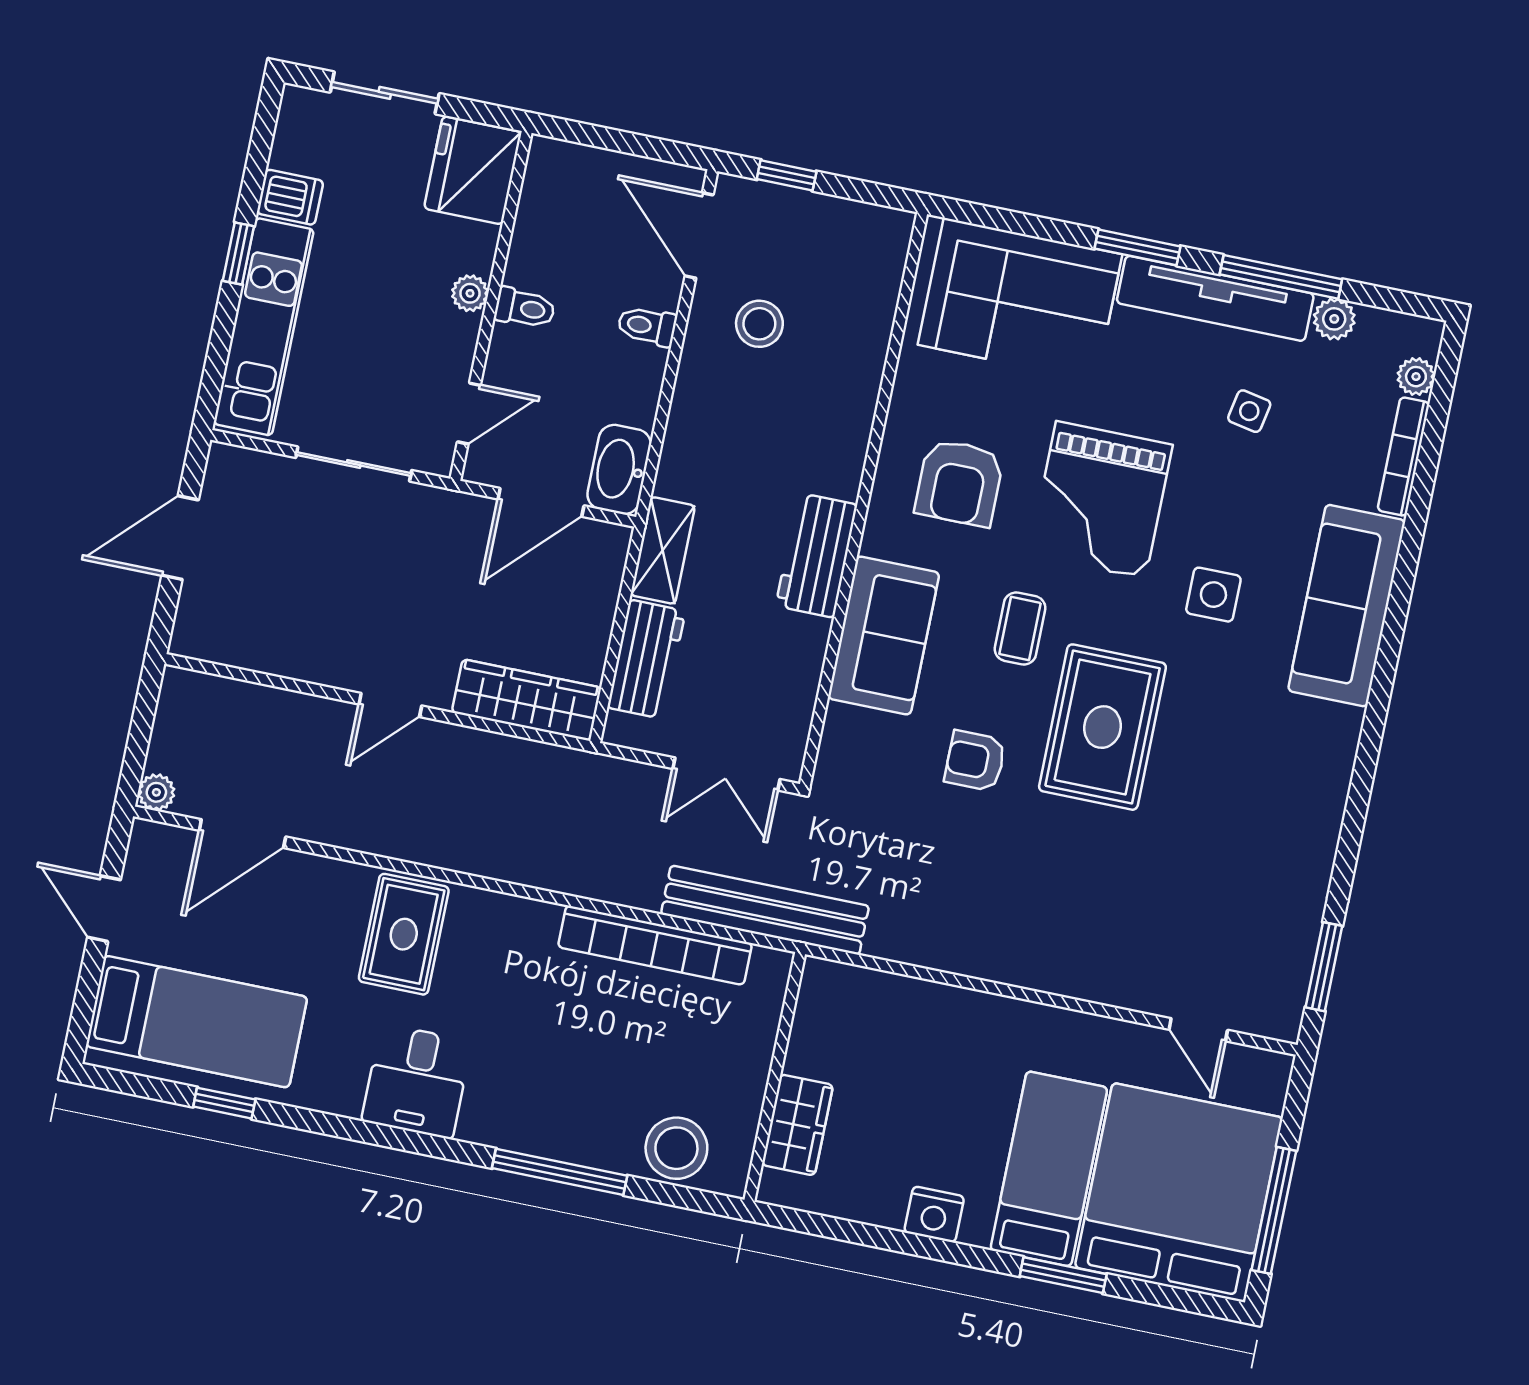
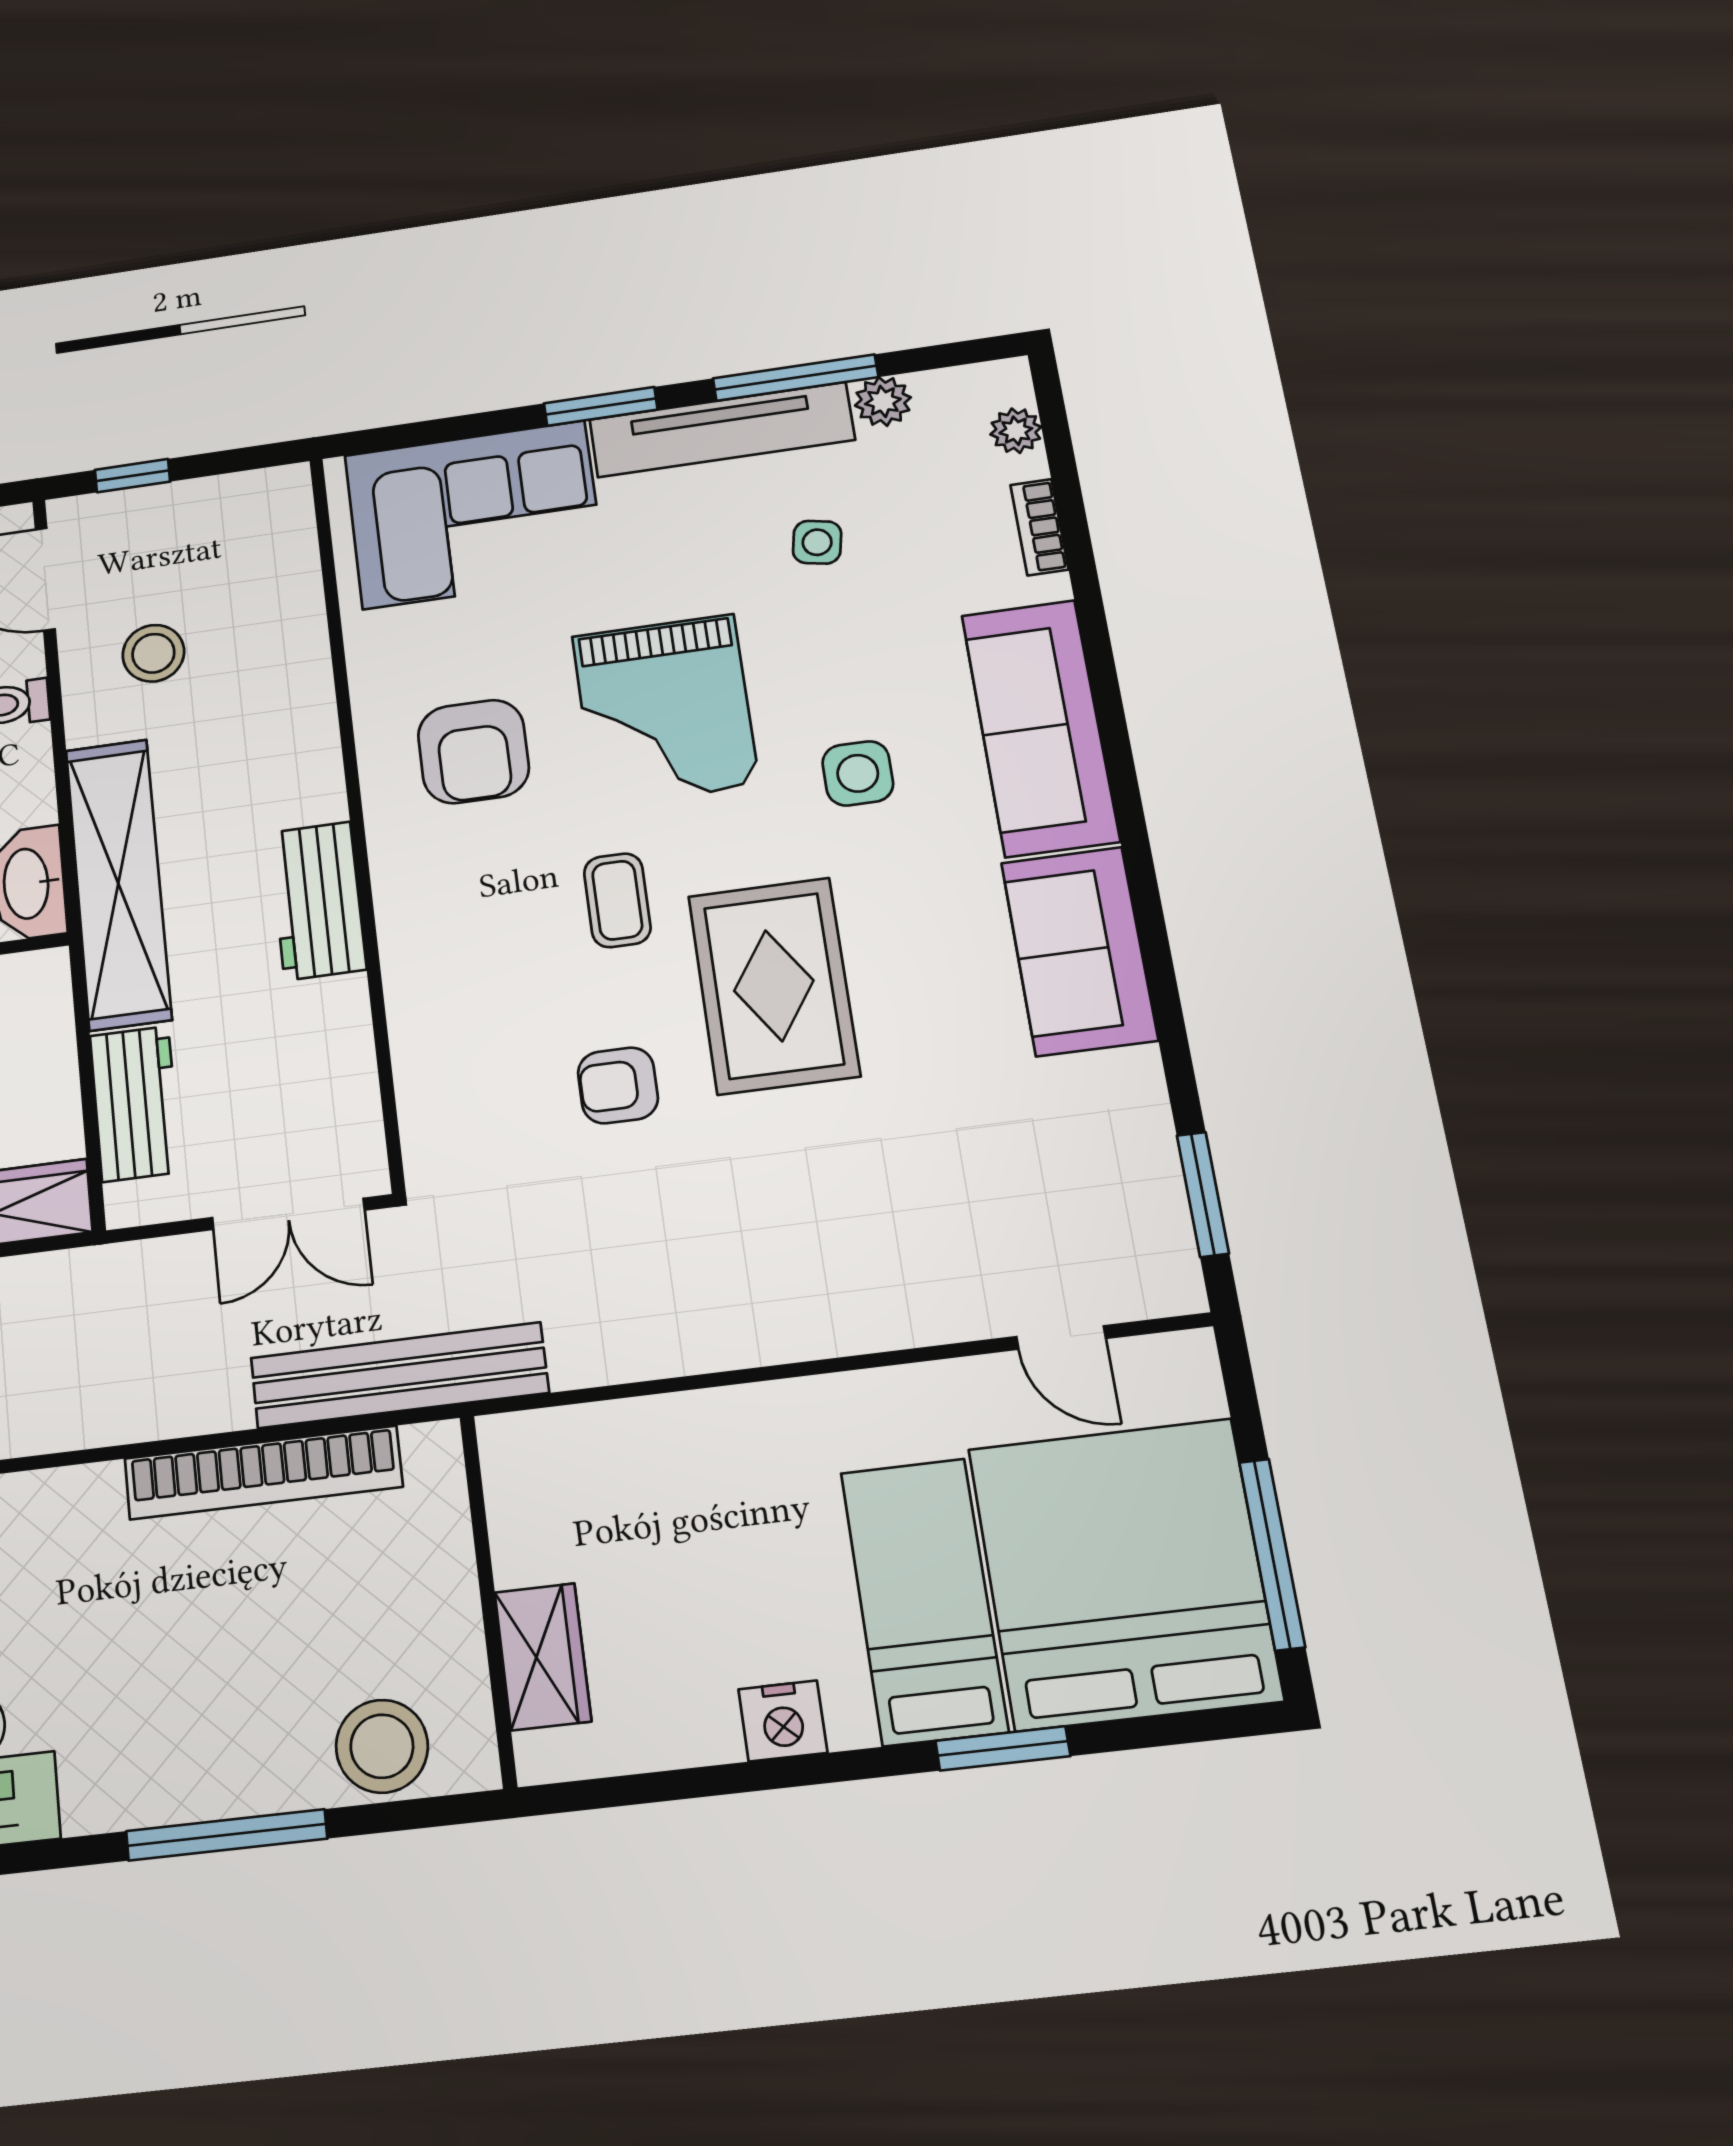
bookcase: (1403, 456) -> (1039, 527), width x0.64
shelving: (663, 550) -> (118, 884), width x2.20, depth x1.33
sofa: (884, 635) -> (1079, 951), moved, turned 180

